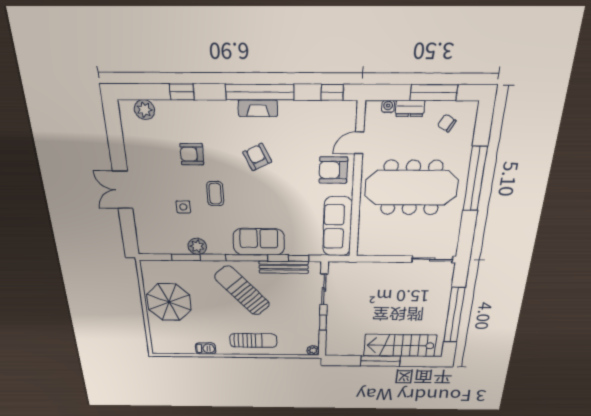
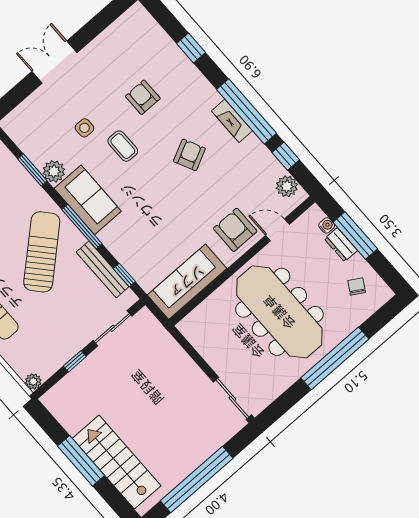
window: (332, 92) -> (286, 156), moved
window: (434, 93) -> (355, 236), moved
plant: (144, 110) -> (287, 186), moved
coffee table: (215, 194) -> (123, 146), turned 90
sofa: (259, 242) -> (88, 200), moved

